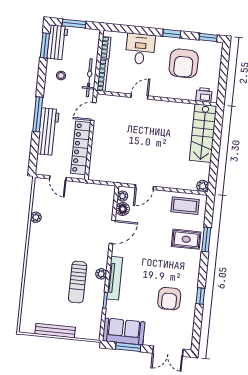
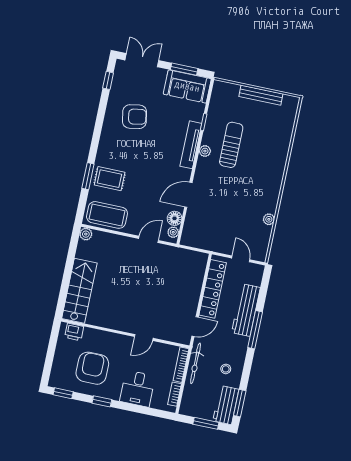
coffee table: (185, 206) -> (107, 215), width x1.36, depth x1.32
window: (200, 296) -> (108, 80), moved
armchair: (169, 299) -> (134, 117), turned 80

